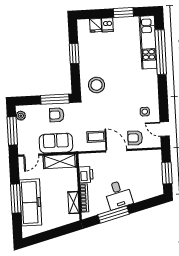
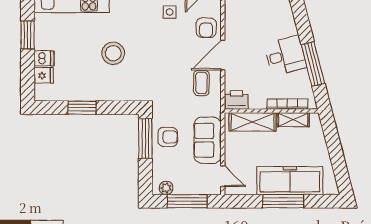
stool: (97, 85) -> (113, 53), moved
armchair: (57, 115) -> (168, 137), turned -90
shelving: (60, 161) -> (253, 122), moved, turned 90
printer: (86, 175) -> (237, 100), moved

